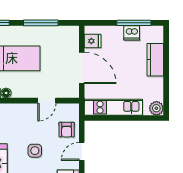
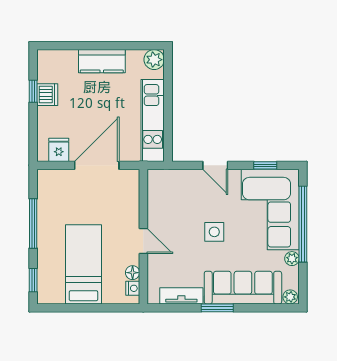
window: (134, 23) -> (33, 91), width x0.46
kitchen counter: (155, 60) -> (102, 61), moved
door: (47, 101) -> (143, 241), moved
armchair: (67, 130) -> (185, 187), removed

